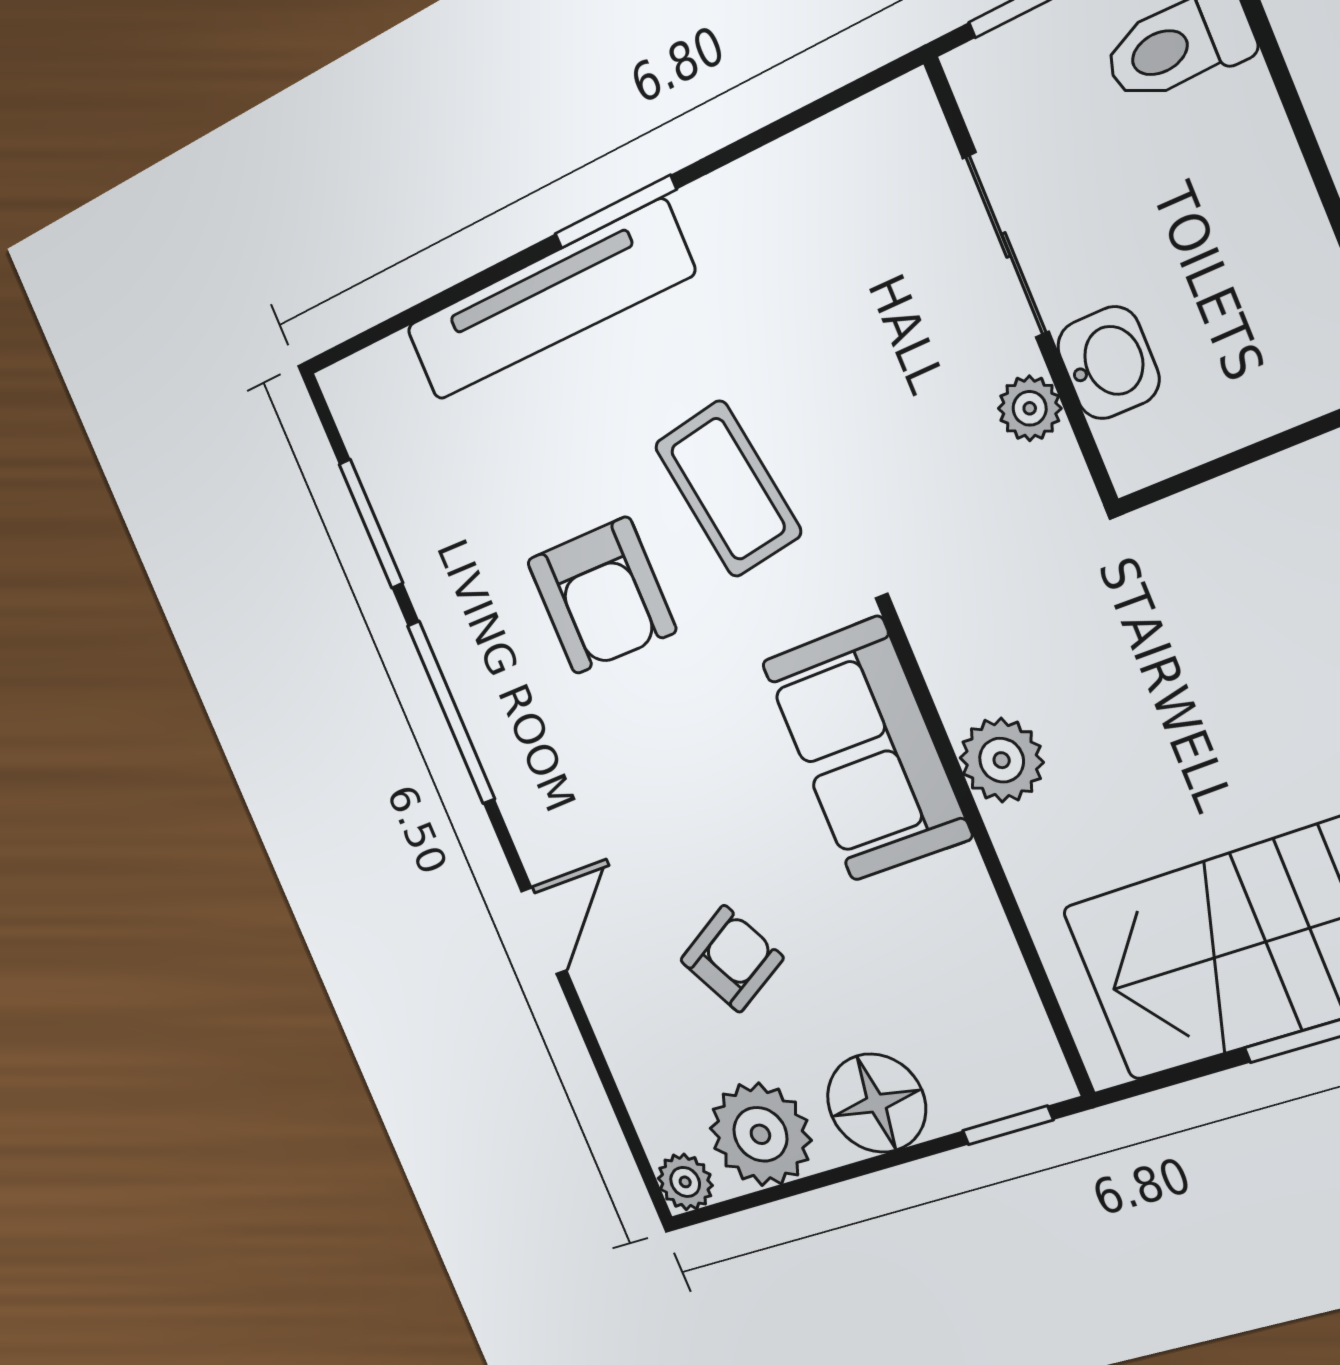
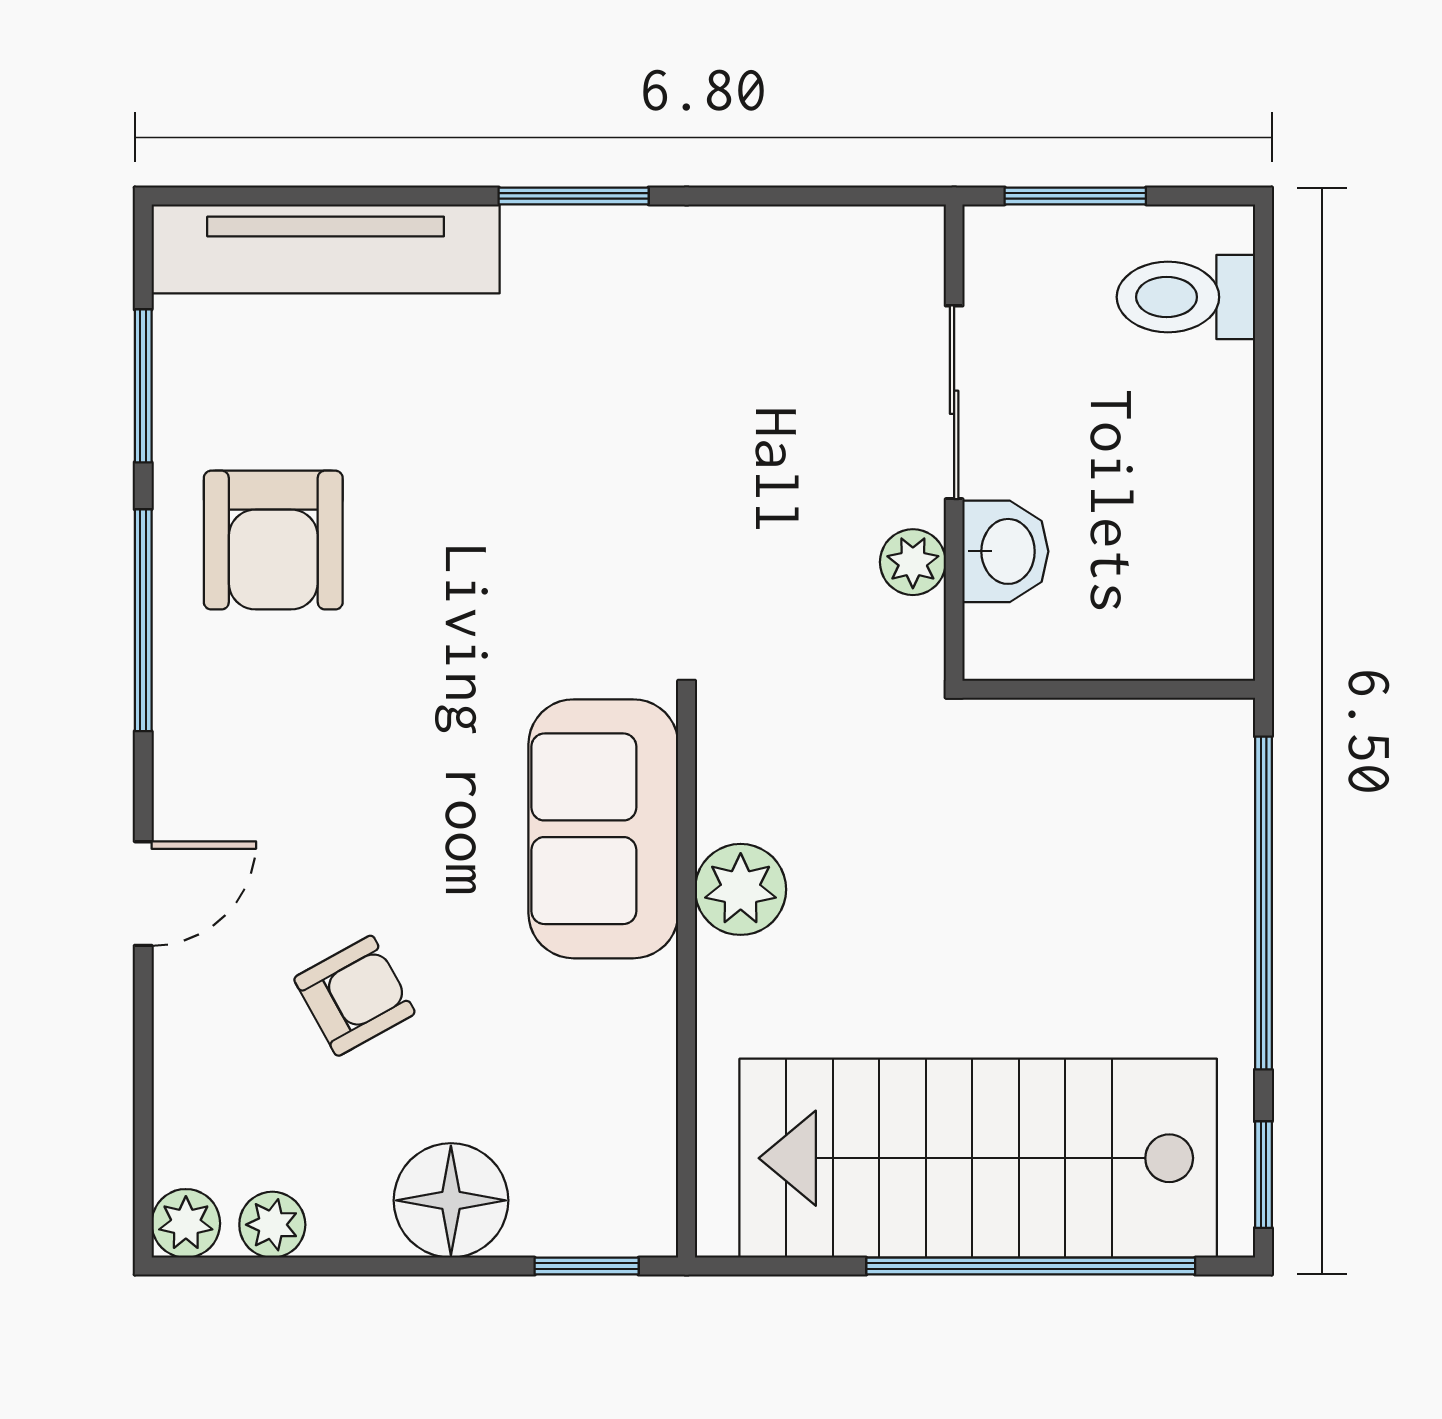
tv unit: (548, 301) -> (326, 249), moved
coffee table: (728, 489) -> (571, 514), removed
armchair: (601, 596) -> (273, 540), moved
plant: (760, 1134) -> (272, 1225), width x0.53, depth x0.53

